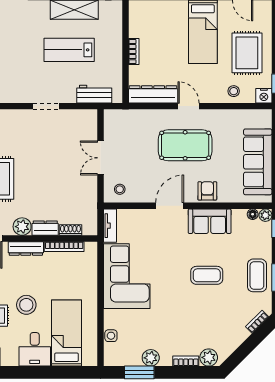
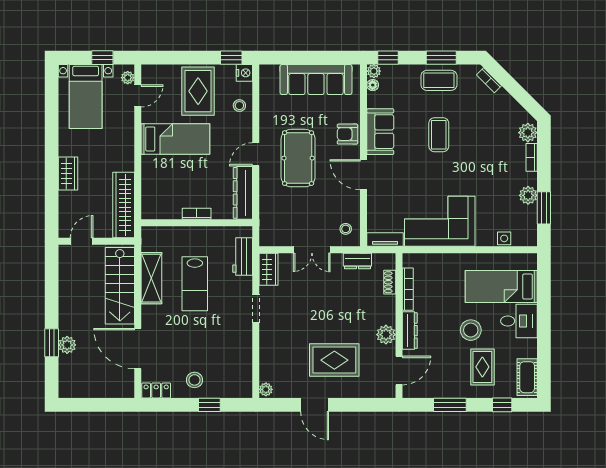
rug: (247, 53) -> (198, 91), turned 90
wardrobe: (82, 118) -> (268, 269), added
dresser: (45, 228) -> (357, 261), moved, turned -90

